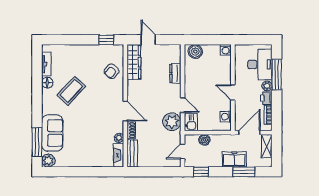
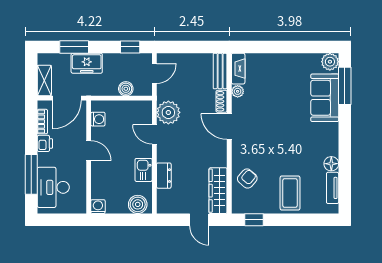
plant: (267, 86) -> (44, 159), removed
coffee table: (71, 91) -> (290, 193), moved, turned -43
kitchen sink: (191, 122) -> (144, 170), moved

